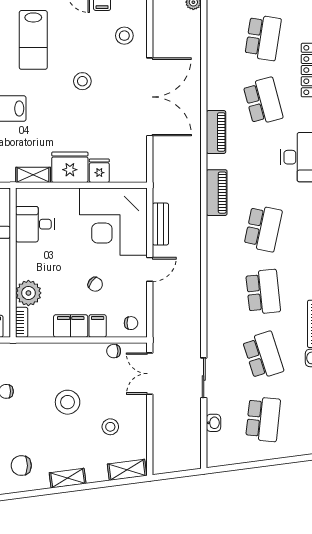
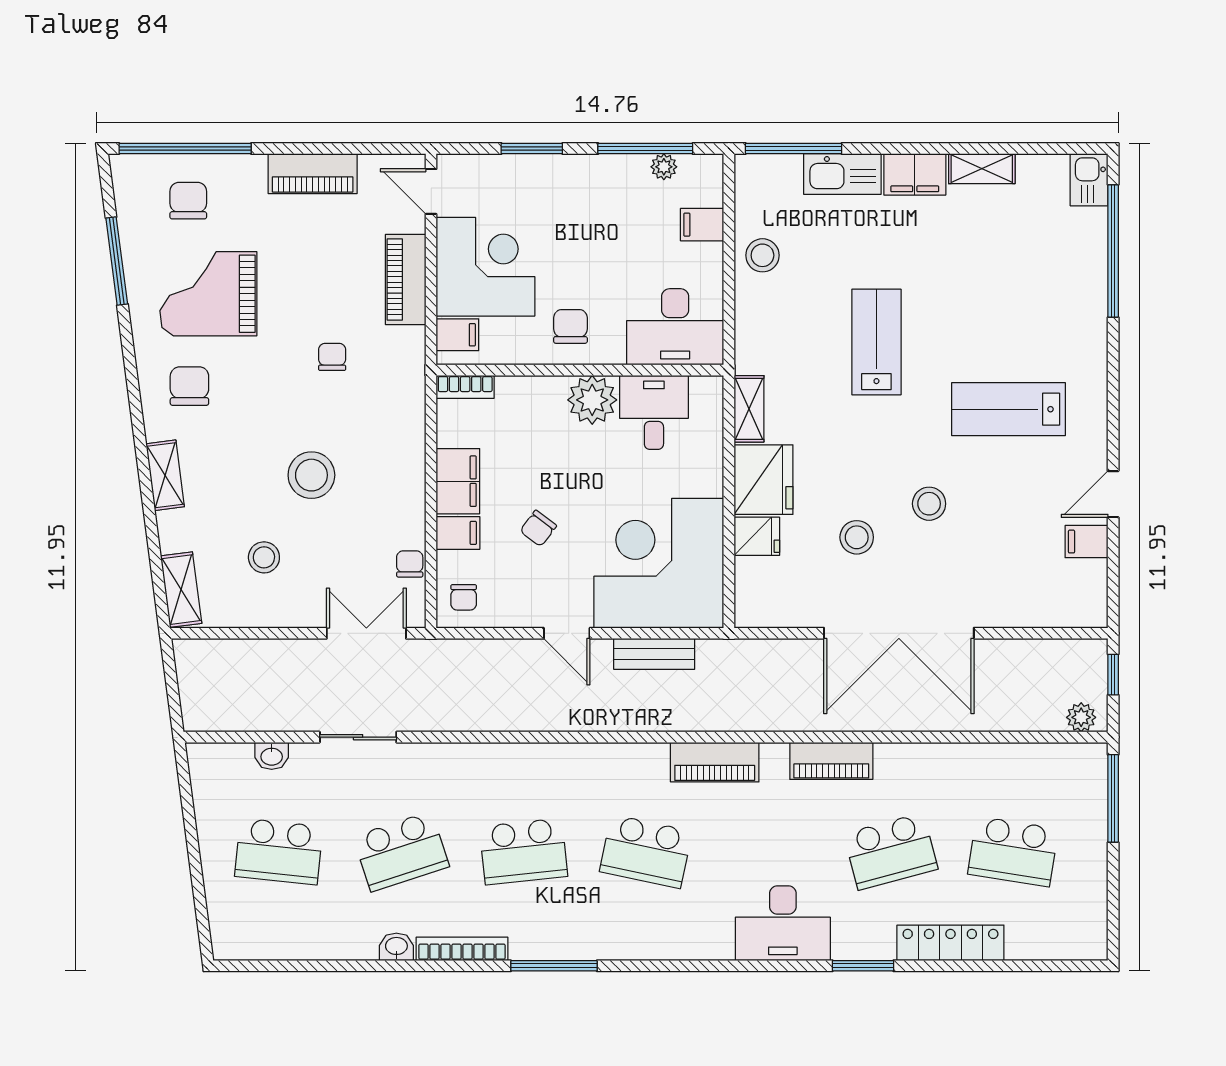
stool: (124, 36) -> (857, 537), moved
plant: (28, 293) -> (592, 400), moved

